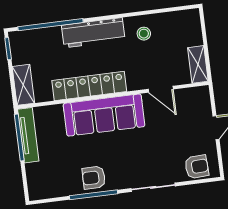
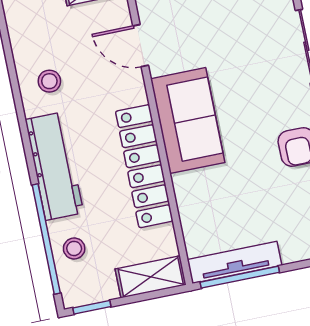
stool: (44, 41) -> (74, 248), added
door: (161, 89) -> (141, 46), swing flipped
sofa: (104, 115) -> (188, 121), width x0.73

